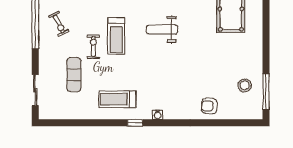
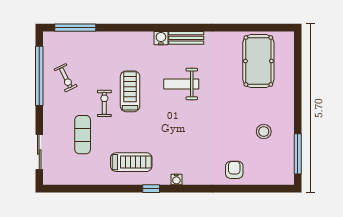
treadmill: (116, 36) -> (130, 91), turned 180
stool: (245, 85) -> (264, 131), moved
treadmill: (117, 99) -> (131, 162), turned 180
armchair: (209, 106) -> (234, 170), turned 88

